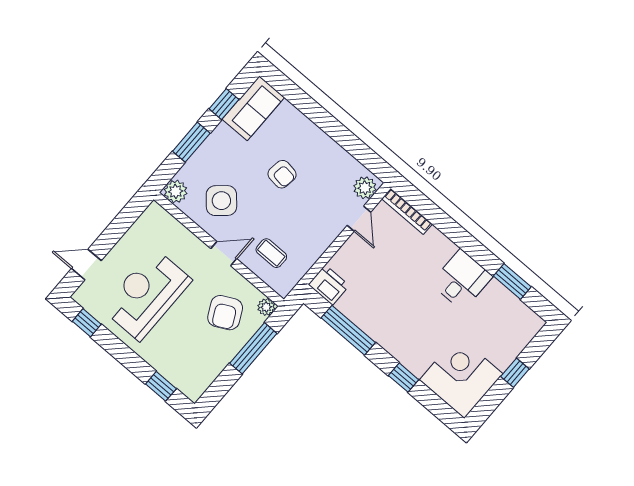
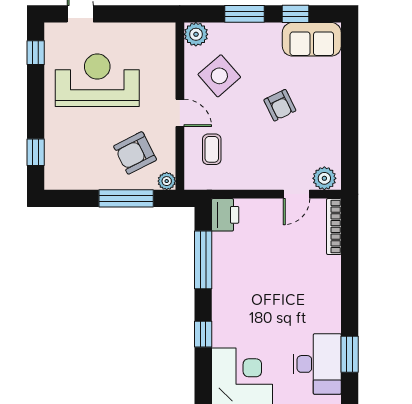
armchair: (282, 174) -> (280, 105), turned -34
desk: (462, 280) -> (317, 364), moved, width x1.37

